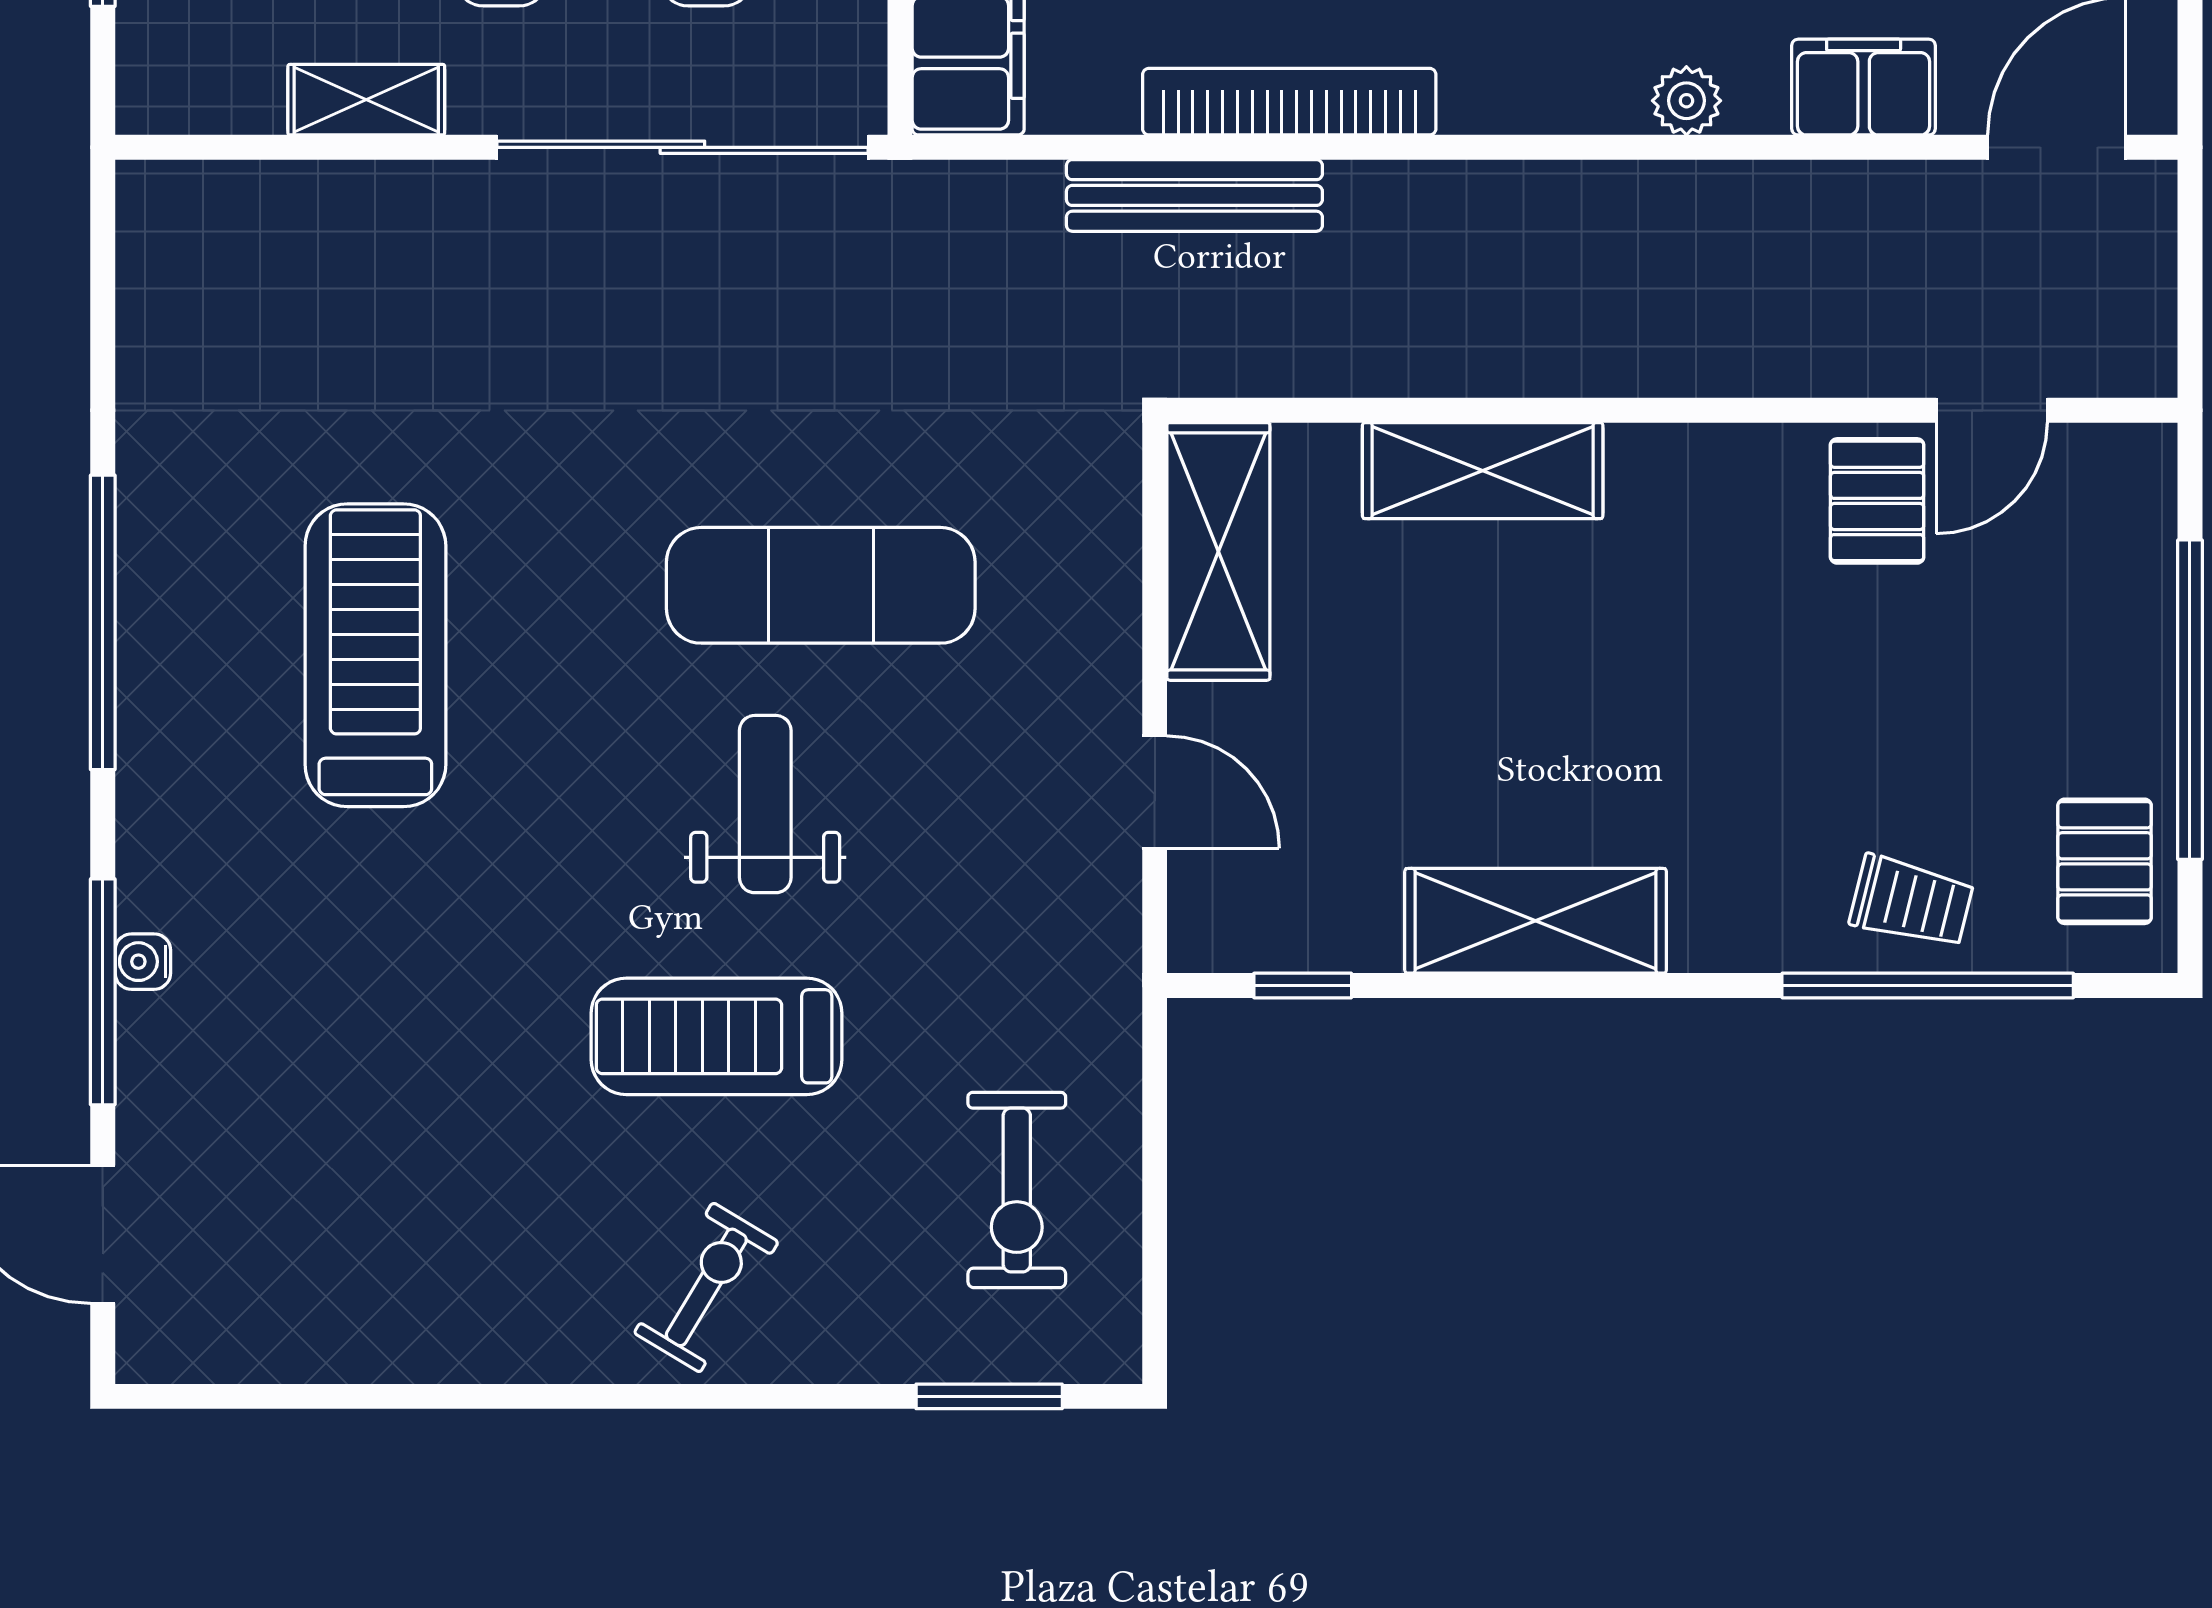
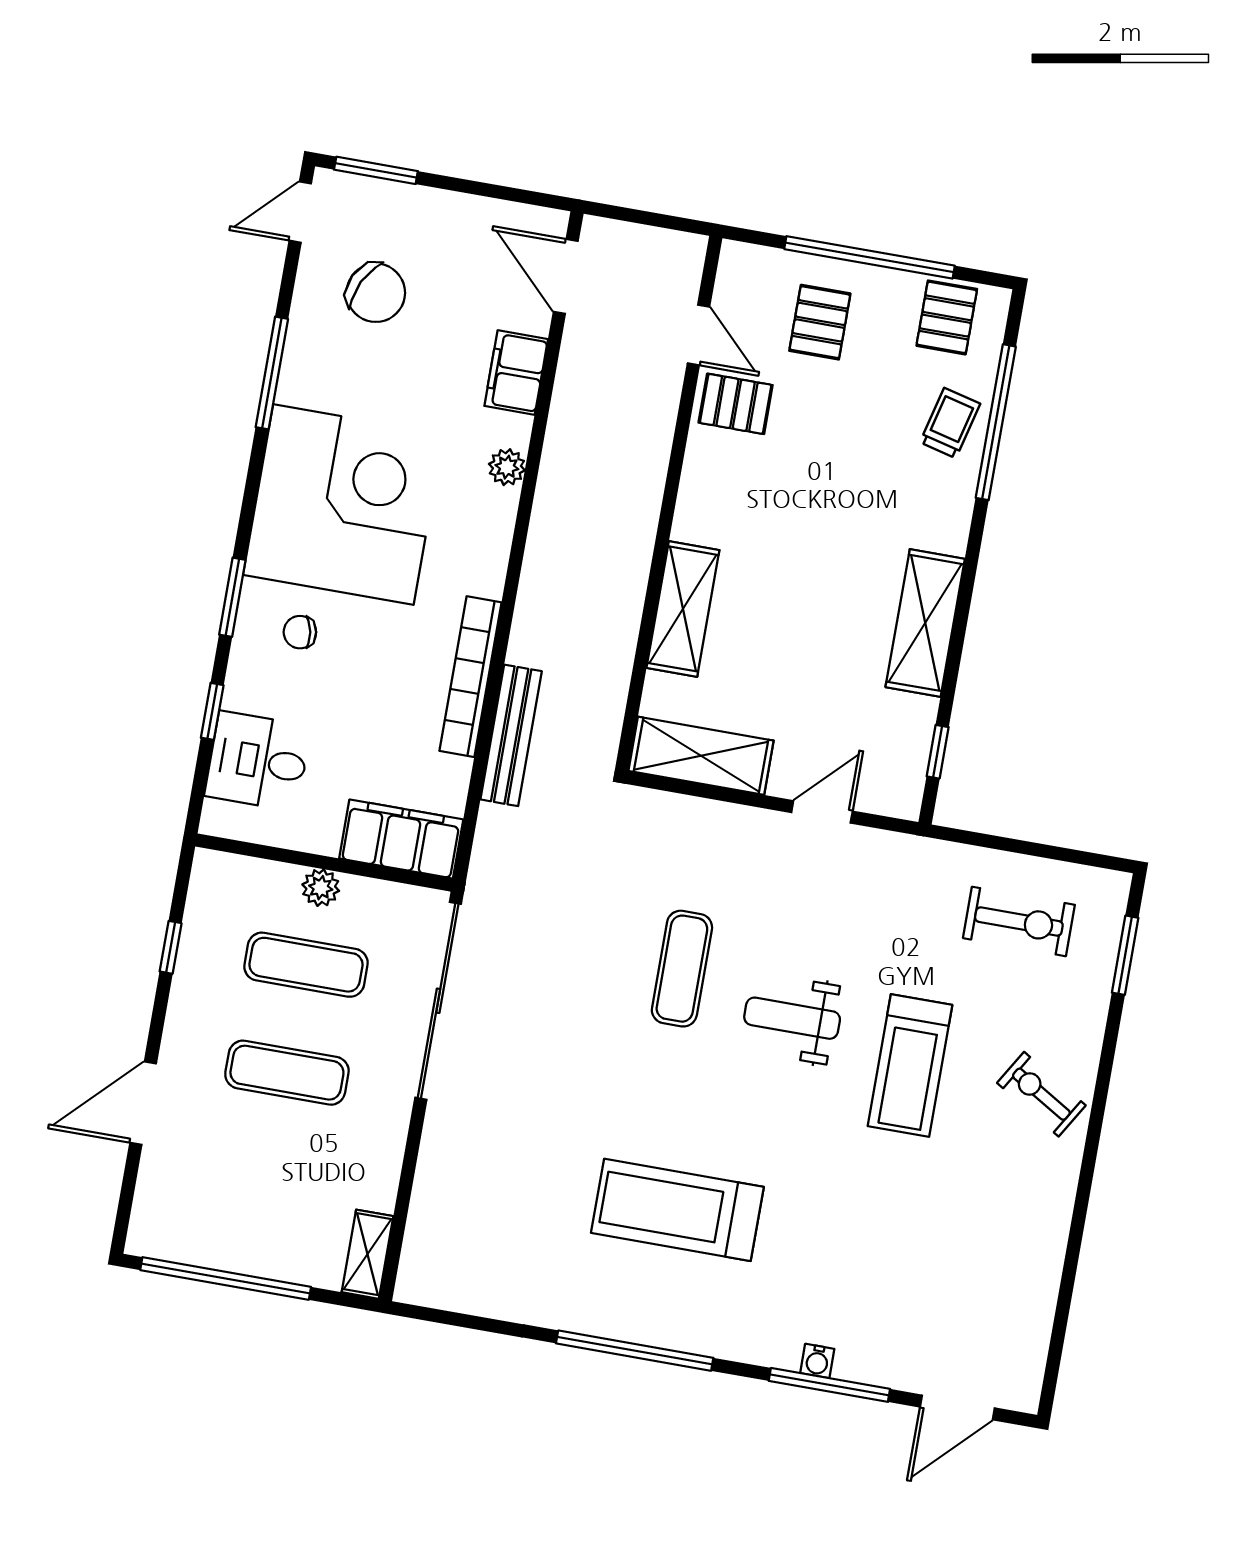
shelving: (366, 100) -> (368, 1254), moved
exercise mat: (821, 585) -> (682, 969), width x0.73, depth x0.69
pallet: (2055, 629) -> (820, 322), added
pallet: (2105, 861) -> (947, 317), turned 90

